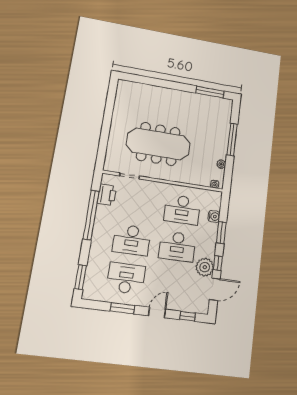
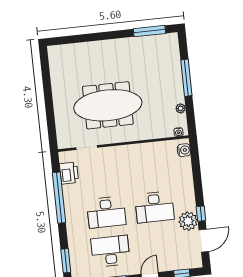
desk: (182, 210) -> (150, 168), removed
water cooler: (214, 216) -> (184, 150), moved
window: (221, 233) -> (197, 181), removed

